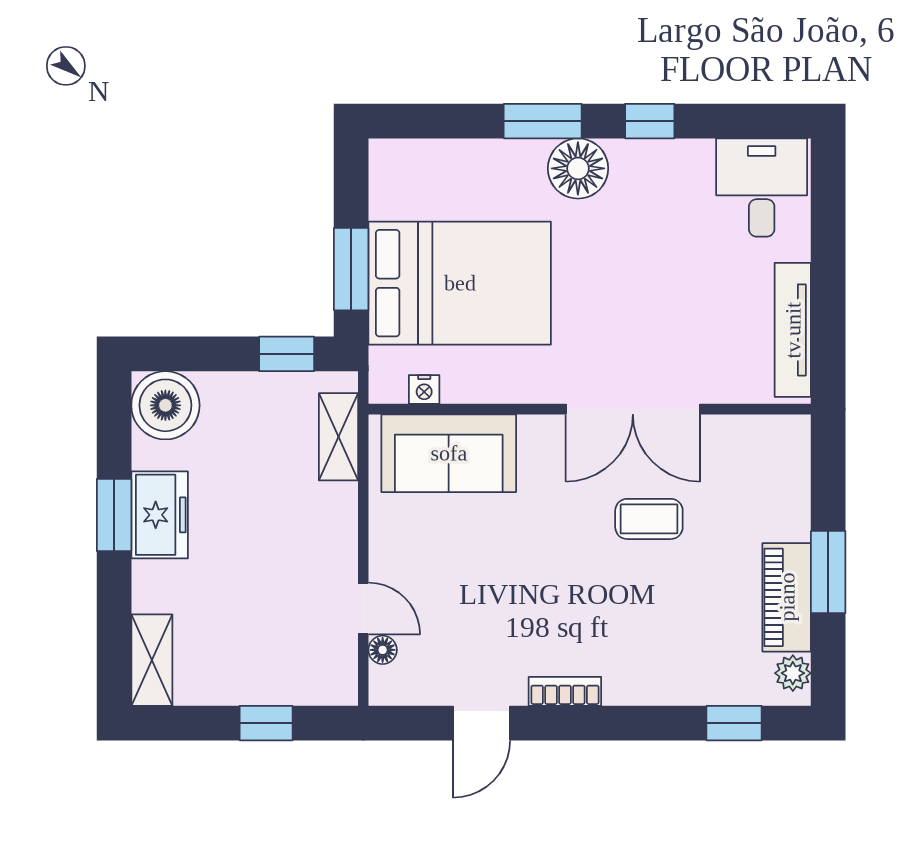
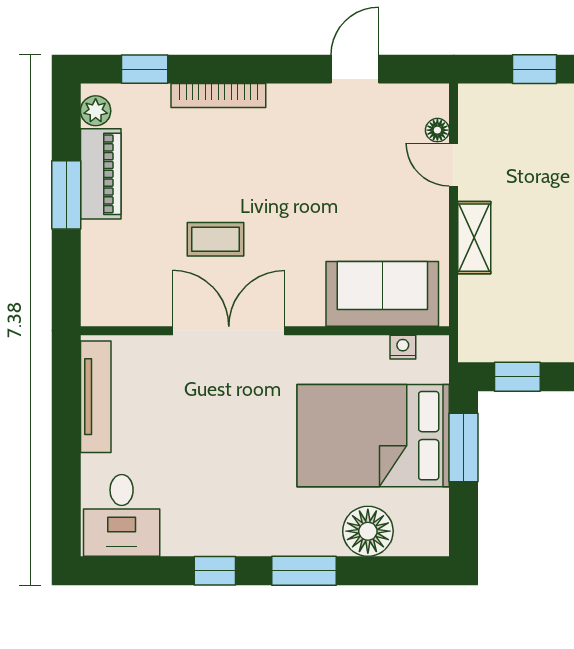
floor lamp: (578, 168) -> (368, 531), moved
shelving: (338, 437) -> (474, 238), moved
bookcase: (565, 691) -> (218, 96), moved, width x1.56

